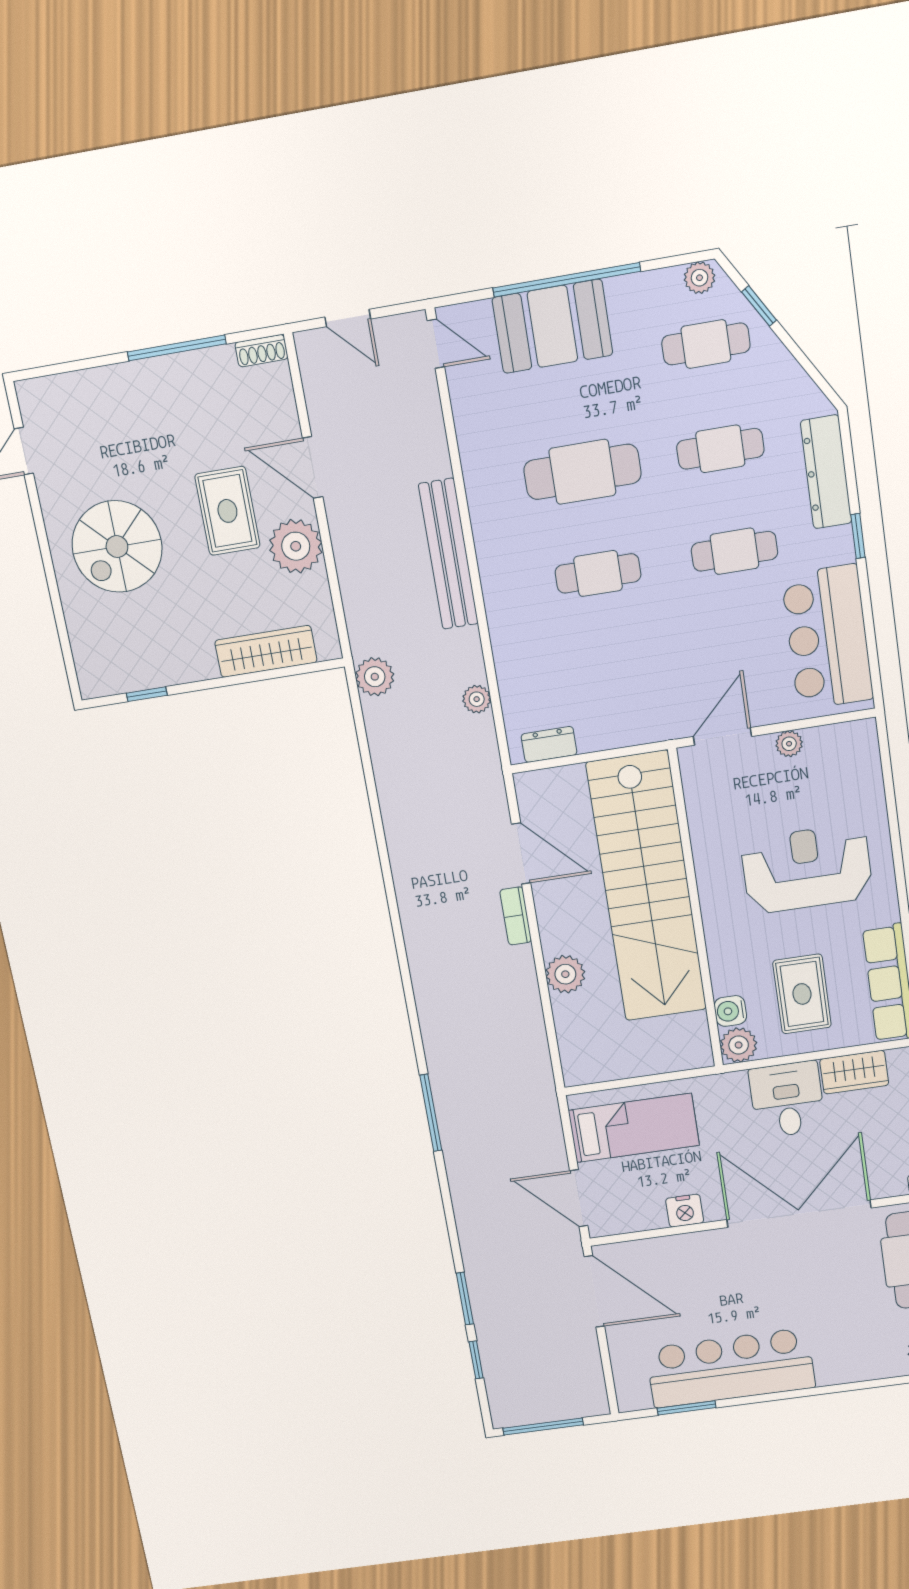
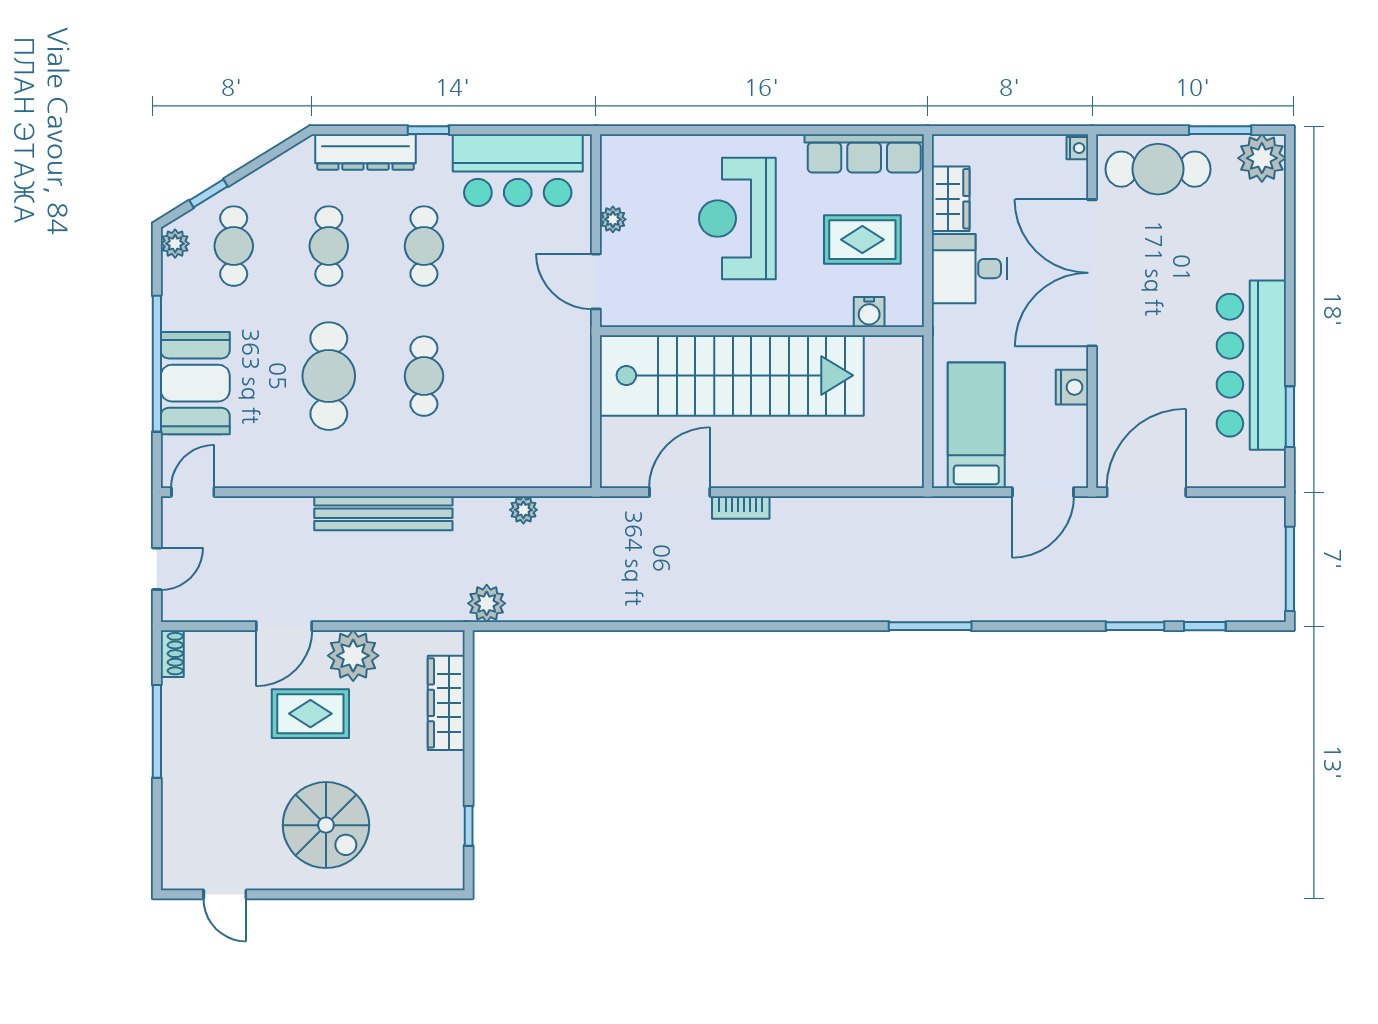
dresser: (549, 744) -> (578, 448), removed
plant: (565, 974) -> (807, 468), removed
plant: (739, 1045) -> (905, 309), removed

